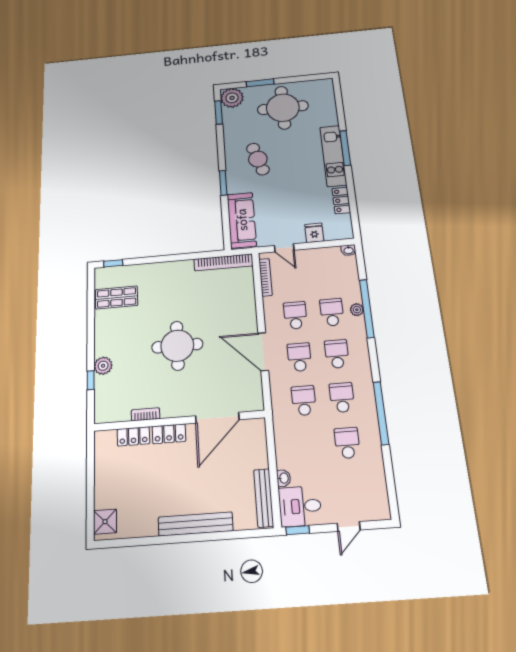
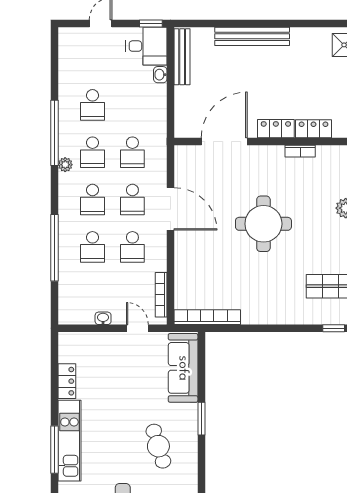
fridge: (314, 233) -> (102, 344), removed
washbasin: (349, 250) -> (103, 318), moved
plant: (357, 310) -> (65, 165), moved

